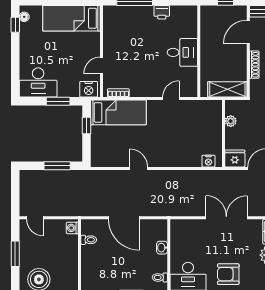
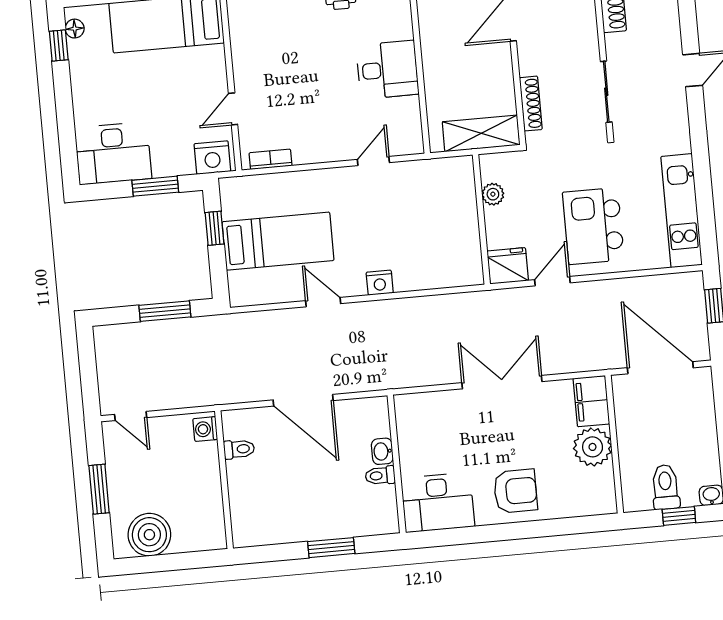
shoe rack: (254, 65) -> (531, 104), moved
bed: (118, 112) -> (278, 241), moved
nightstand: (208, 161) -> (380, 283), moved
armchair: (228, 274) -> (515, 491), turned 180
toilet: (160, 277) -> (380, 476), moved

